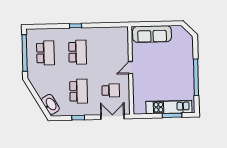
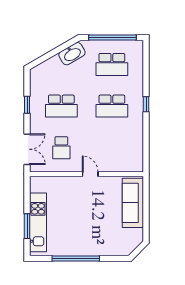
washbasin: (50, 104) -> (72, 54), moved

